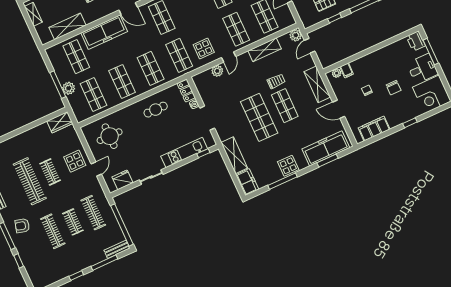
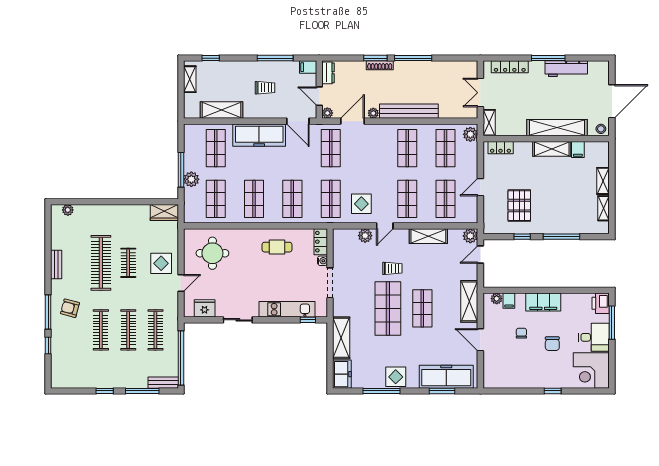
trolley: (276, 81) -> (392, 268), moved
filing cabinet: (374, 129) -> (543, 302), moved, turned 180
clothes rail: (73, 222) -> (128, 330), width x1.36

